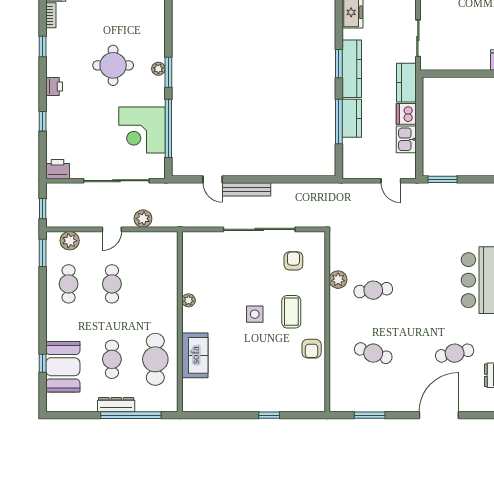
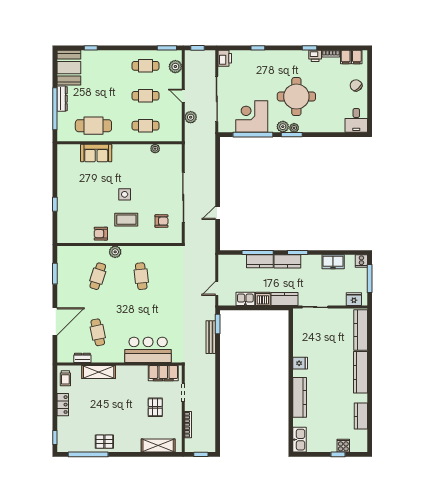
round table: (113, 65) -> (296, 97), width x1.36, depth x1.36
kitchen counter: (352, 69) -> (287, 261), width x0.67
plant: (157, 85) -> (283, 127), added
printer: (54, 86) -> (315, 56), moved
door: (213, 179) -> (218, 213), moved
bench: (247, 189) -> (211, 337), moved
plant: (338, 280) -> (115, 252), moved
plant: (189, 300) -> (155, 149), moved
cafe table: (112, 359) -> (146, 126), moved
booth: (63, 367) -> (69, 68), moved, turned 90
door: (439, 415) -> (55, 322), hinge flipped

